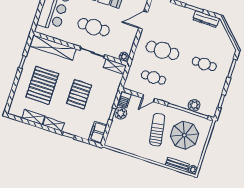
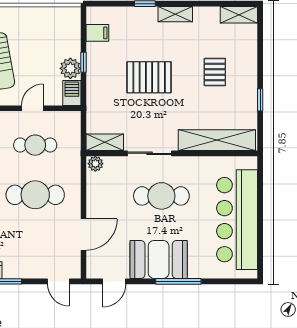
pallet: (42, 85) -> (215, 72), width x0.49, depth x0.50
pallet: (79, 94) -> (149, 77), turned 90
shelving: (33, 117) -> (239, 15), moved
filing cabinet: (98, 132) -> (97, 33), width x0.50

